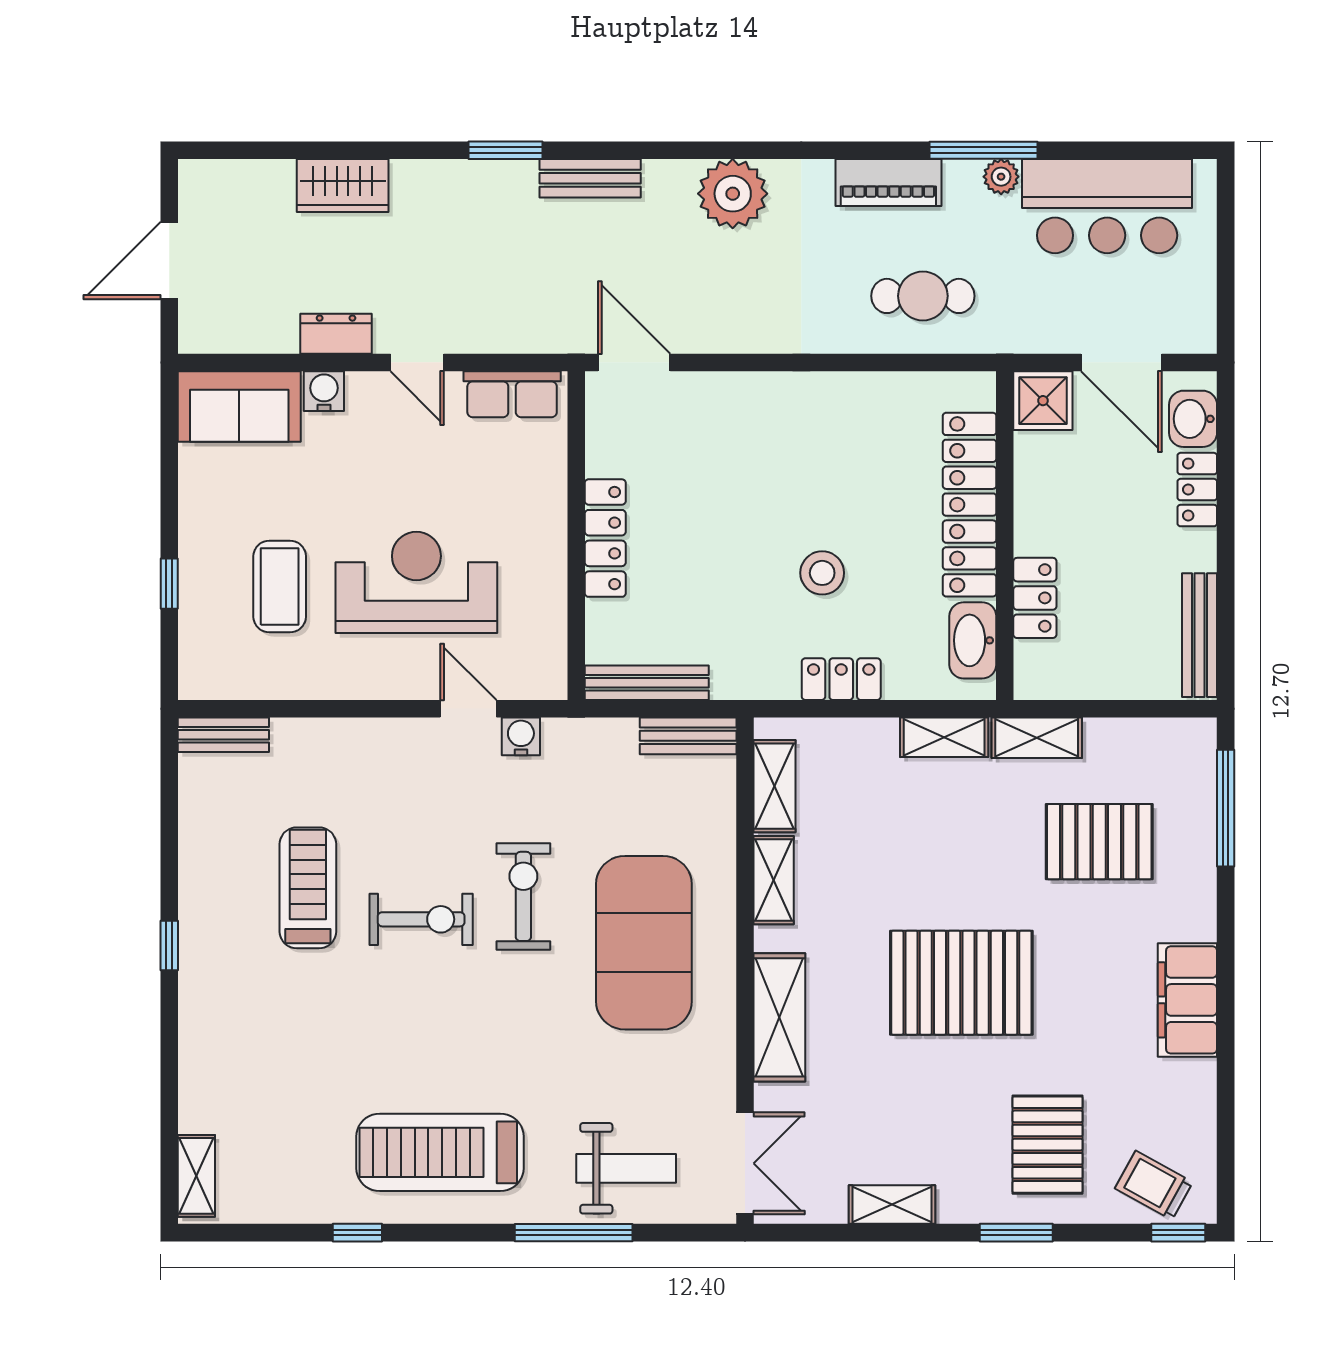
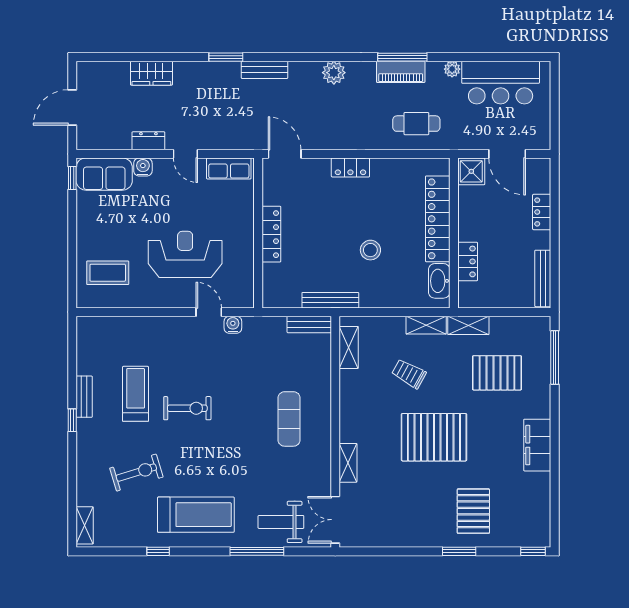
window: (984, 150) -> (402, 57), moved
plant: (733, 194) -> (334, 73), width x0.73, depth x0.73
washbasin: (1193, 419) -> (540, 180), removed
window: (169, 584) -> (72, 178), moved
coffee table: (280, 587) -> (108, 273), moved, turned 90
locker: (841, 679) -> (350, 167), moved, turned 180
bench: (647, 683) -> (330, 300), moved
bench: (223, 735) -> (84, 397), moved, turned 90
shelving: (774, 880) -> (348, 390), removed
exercise bike: (523, 896) -> (136, 473), moved, turned 73
exercise mat: (644, 943) -> (289, 419), width x0.50, depth x0.69
shelving: (779, 1017) -> (348, 463), width x0.67, depth x0.75
treadmill: (440, 1152) -> (196, 515), turned 180
double door: (745, 1163) -> (335, 520), swing flipped
weight bench: (626, 1168) -> (281, 522), turned 180
trolley: (1154, 1185) -> (409, 374), moved
shelving: (892, 1205) -> (402, 538), removed

